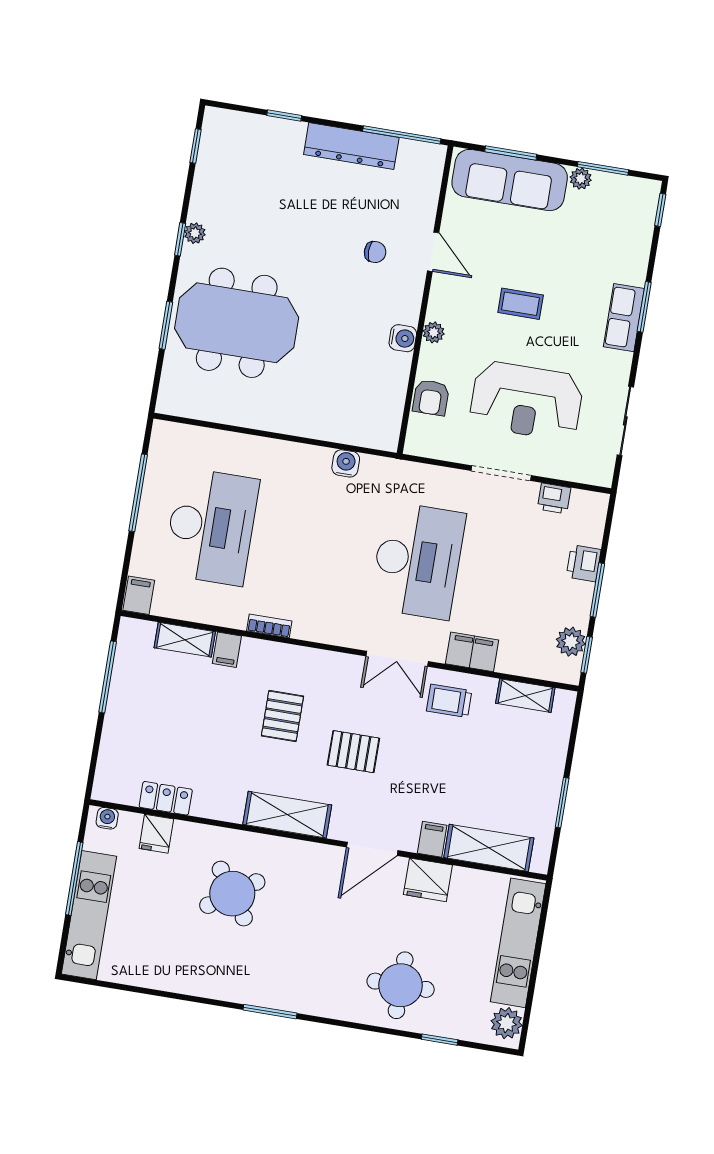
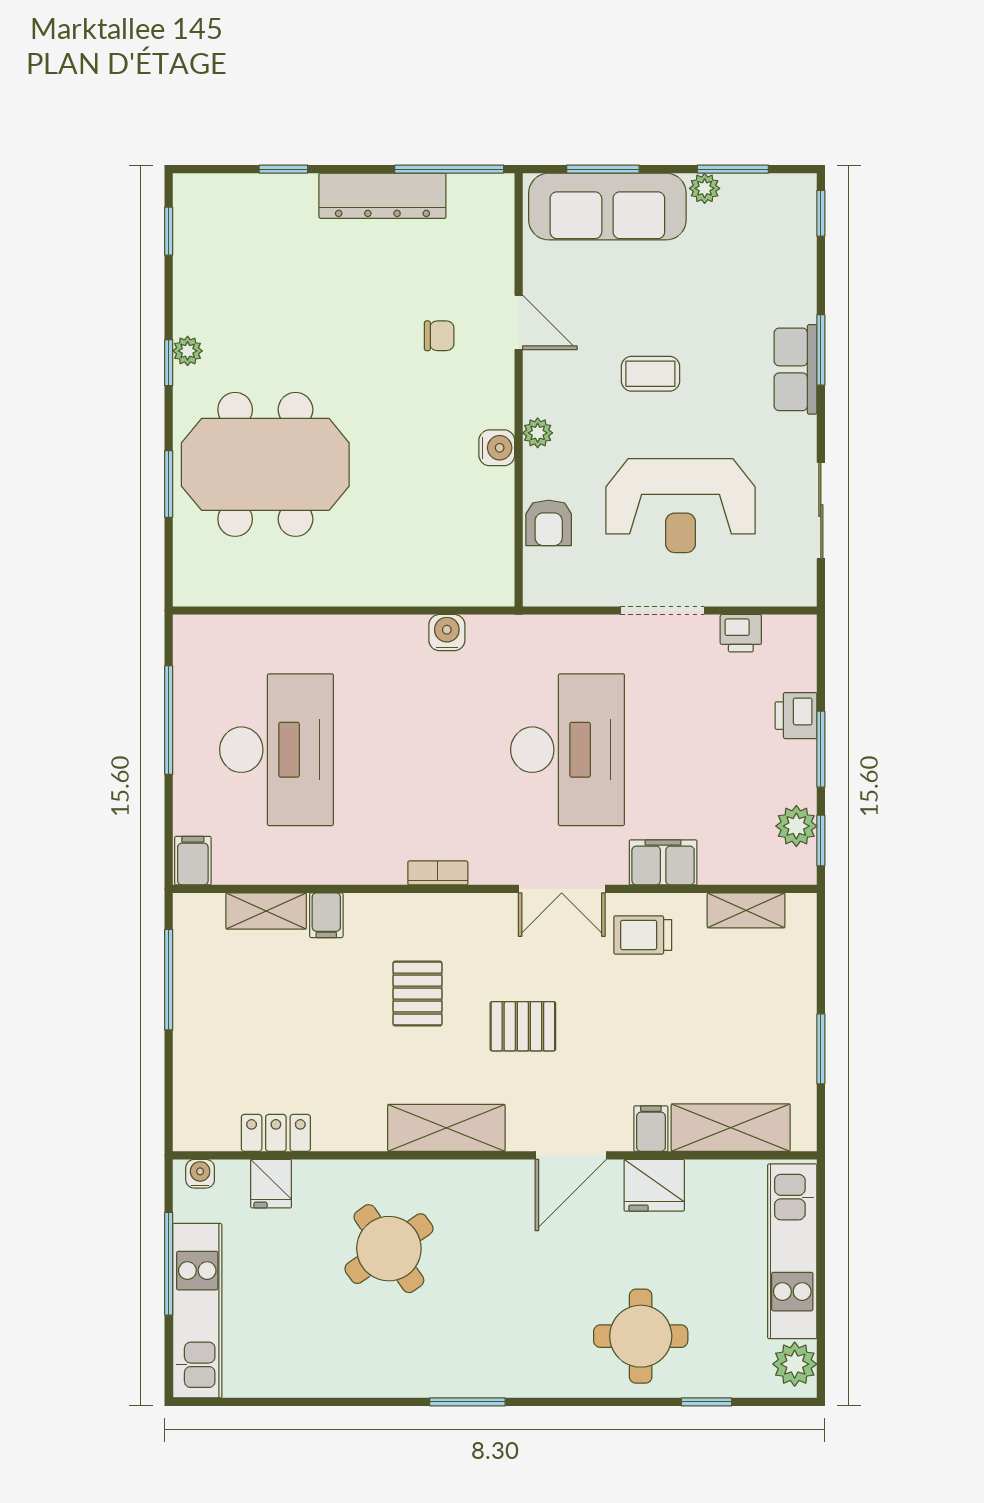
bookcase: (269, 626) -> (438, 873), moved

